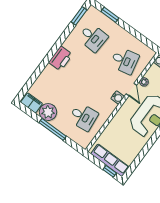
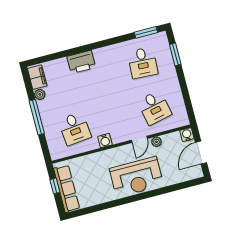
printer: (61, 58) -> (81, 62), moved
water cooler: (118, 98) -> (105, 141), moved
plant: (48, 112) -> (40, 94), width x0.53, depth x0.53
window: (110, 171) -> (55, 186), moved

